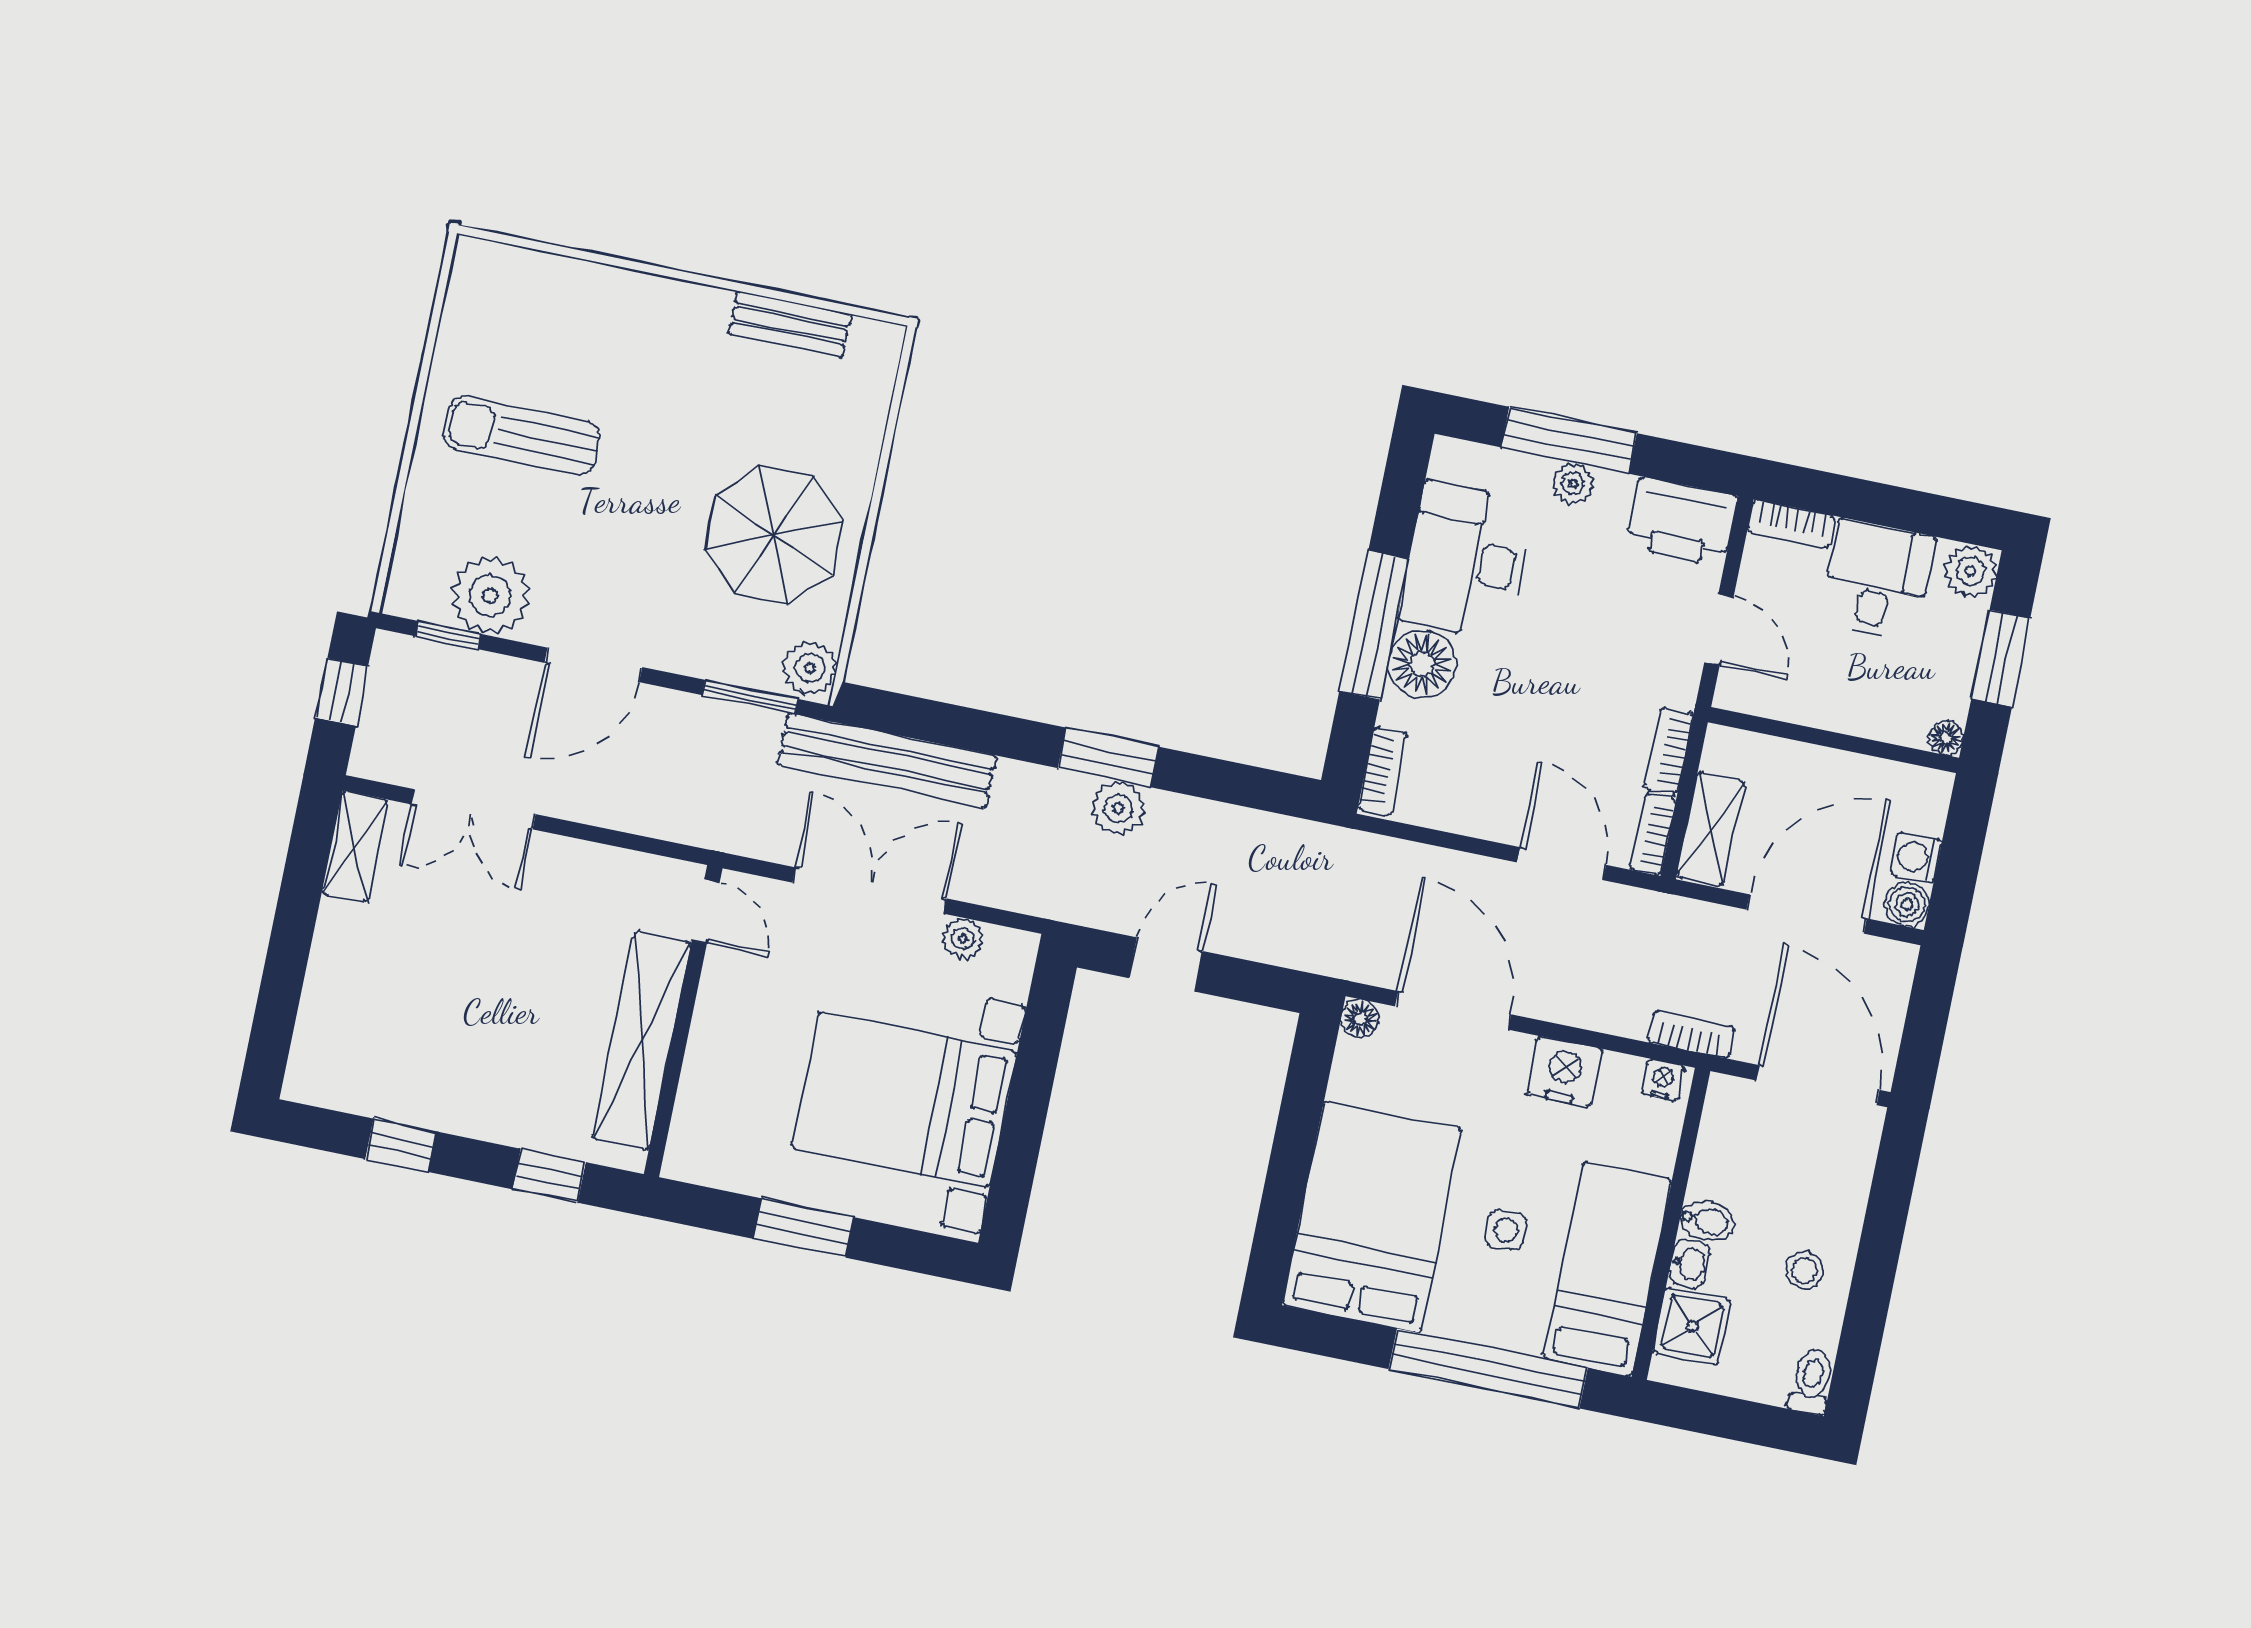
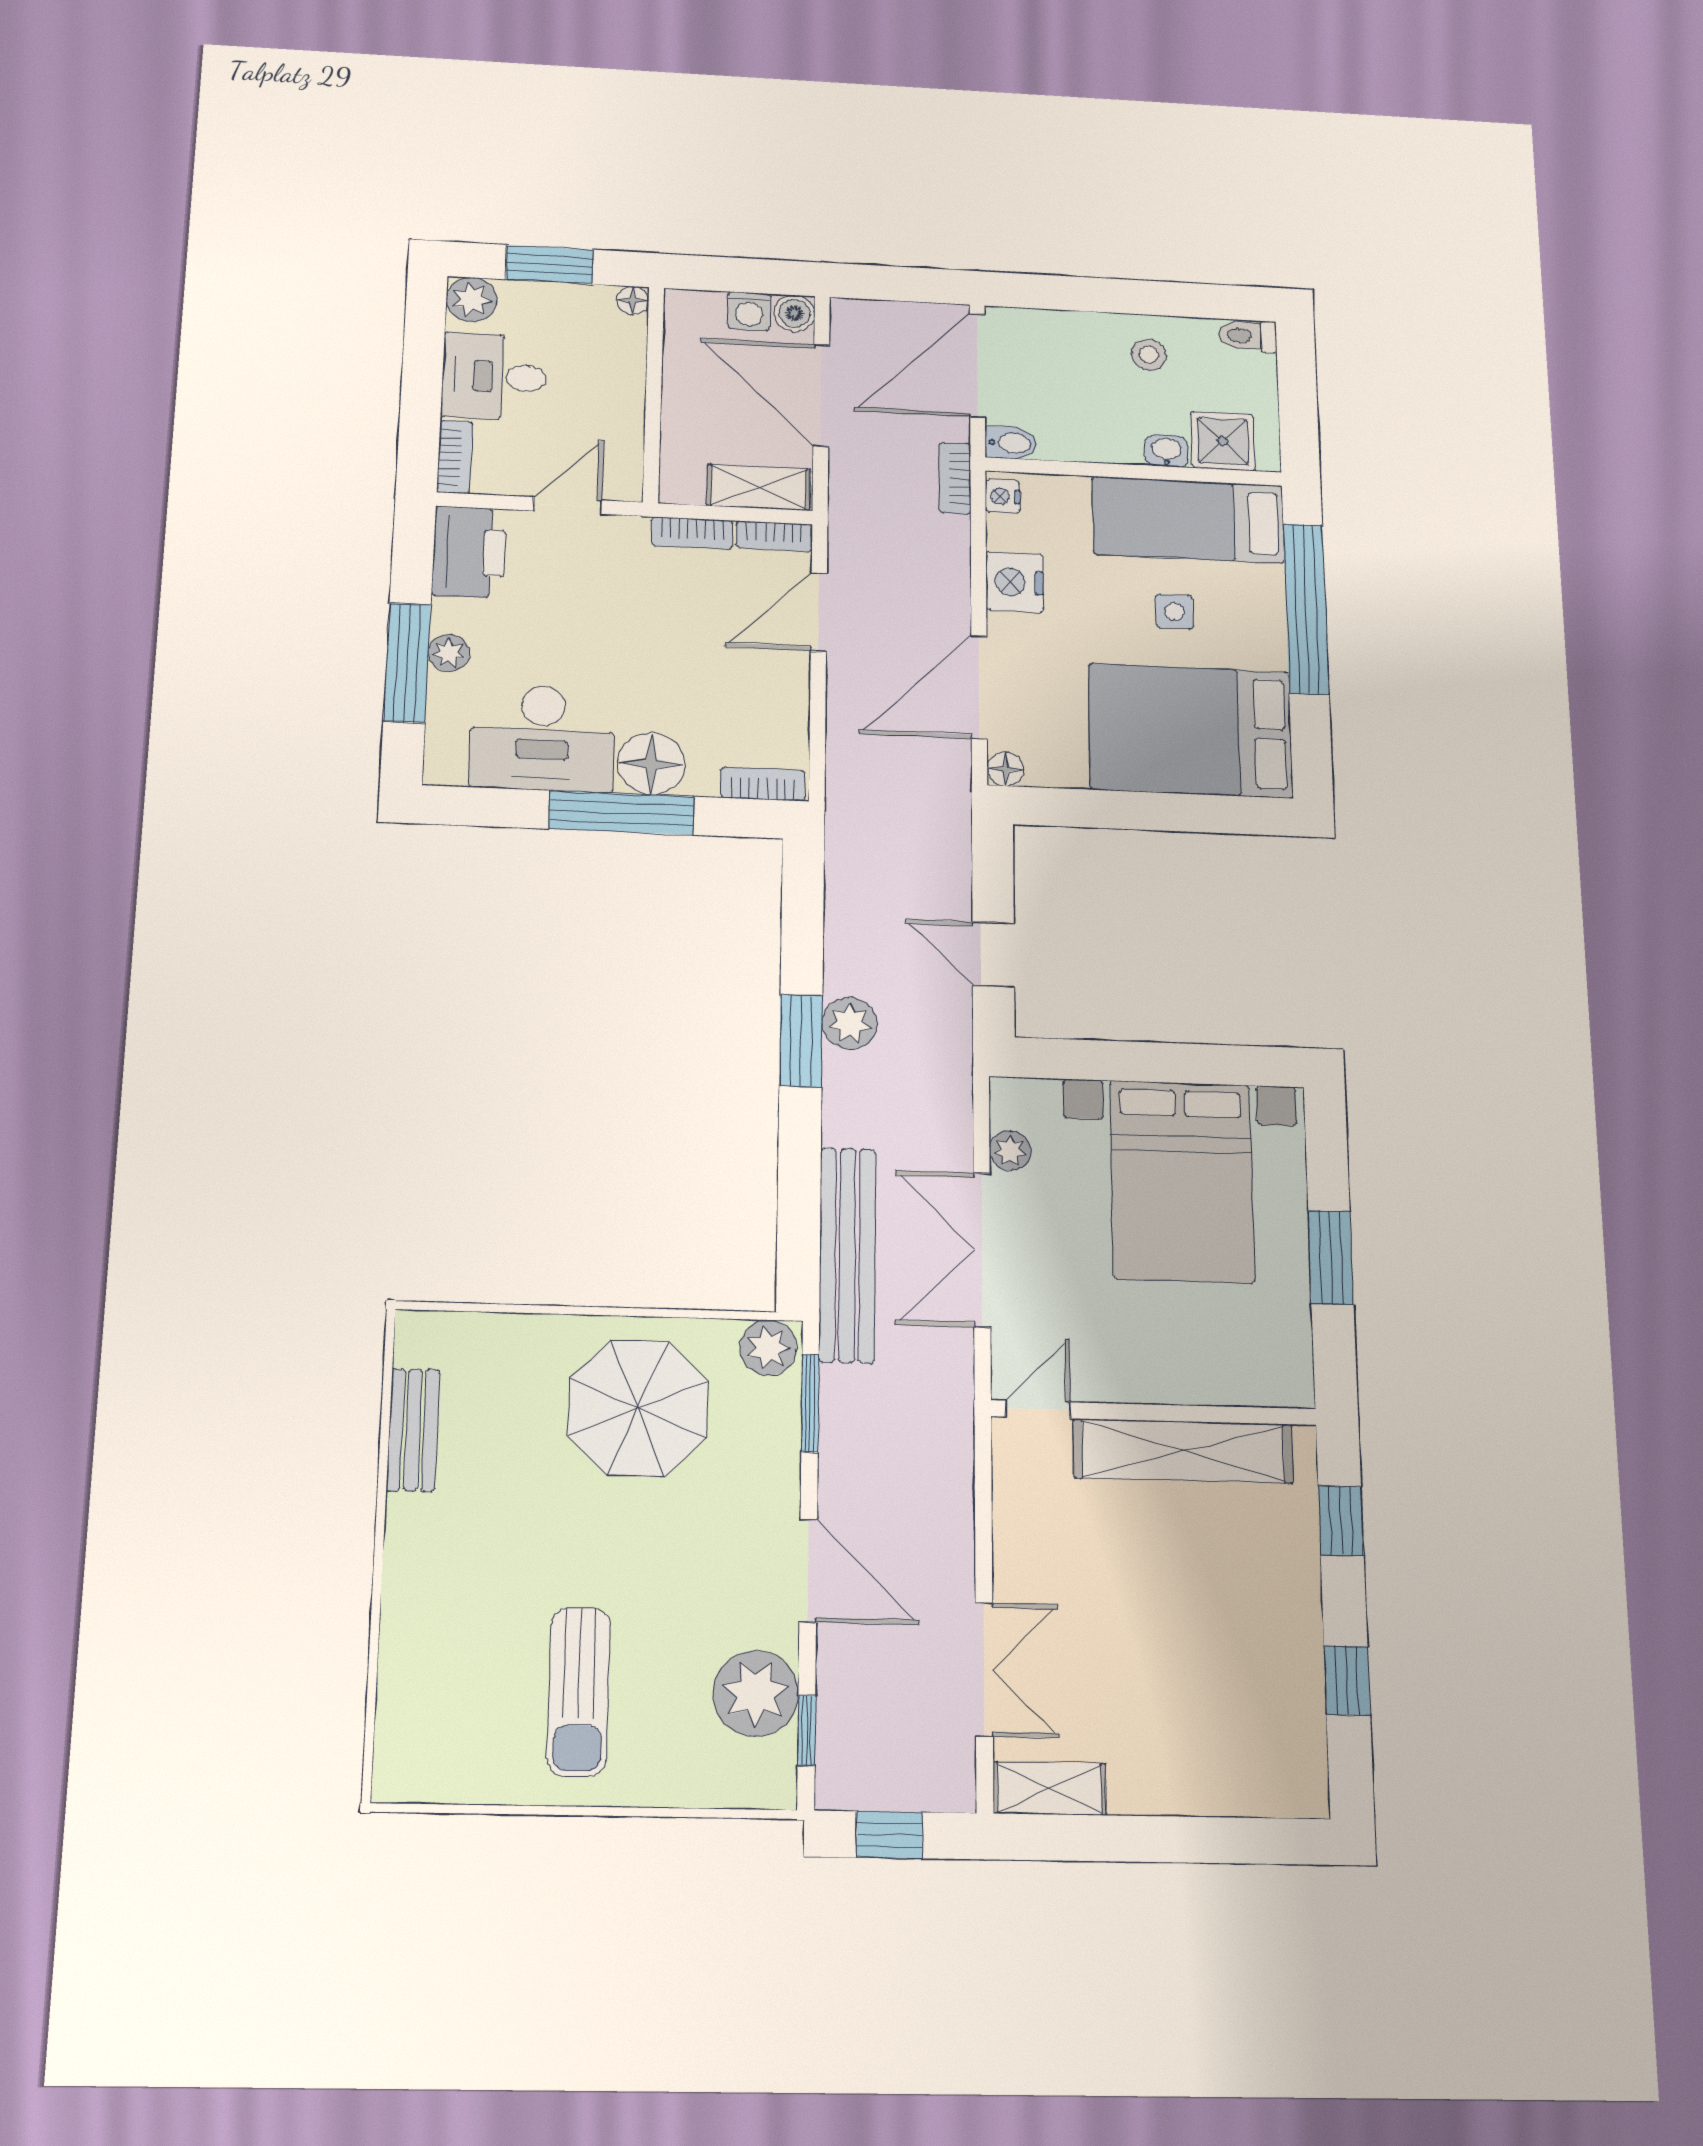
bidet: (1707, 1221) -> (1011, 443), moved, turned 90

